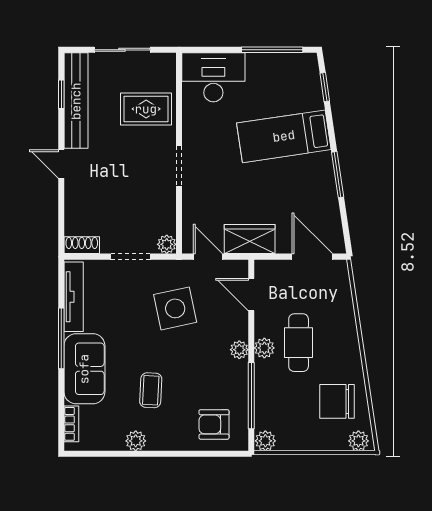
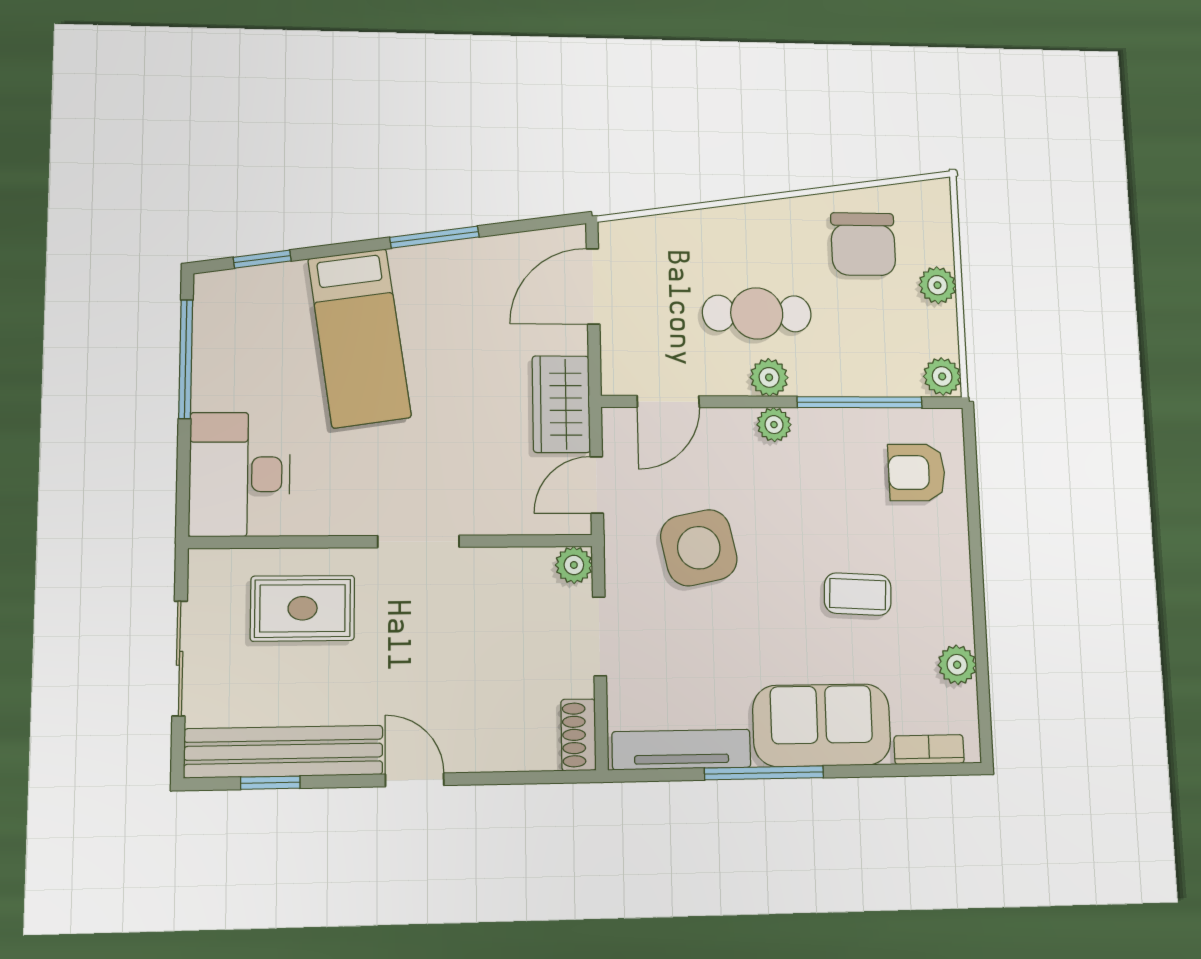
rug: (146, 109) -> (303, 608), turned 90
door: (61, 164) -> (415, 780), swing flipped
armchair: (214, 424) -> (917, 473), turned 90
plant: (136, 441) -> (957, 665), moved
plant: (358, 441) -> (937, 285), moved

